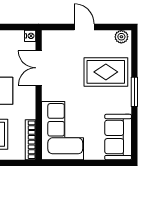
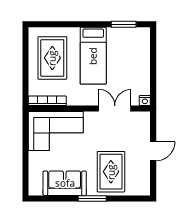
plant: (121, 37) -> (144, 186), removed
sofa: (118, 137) -> (65, 183), moved

